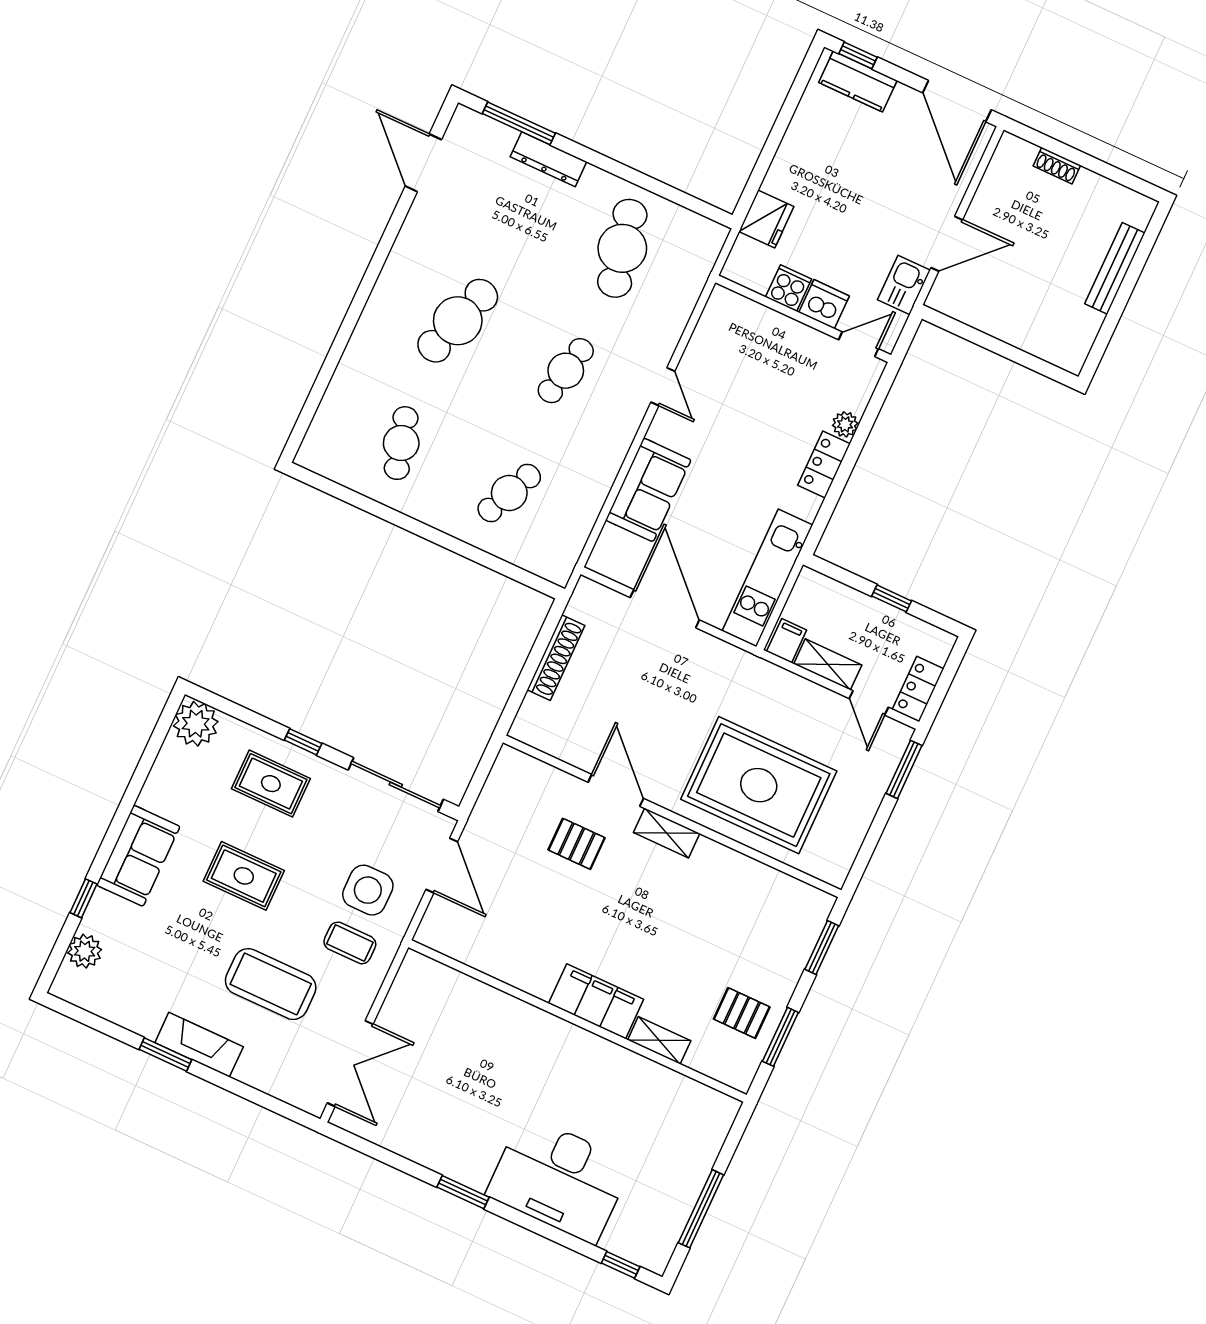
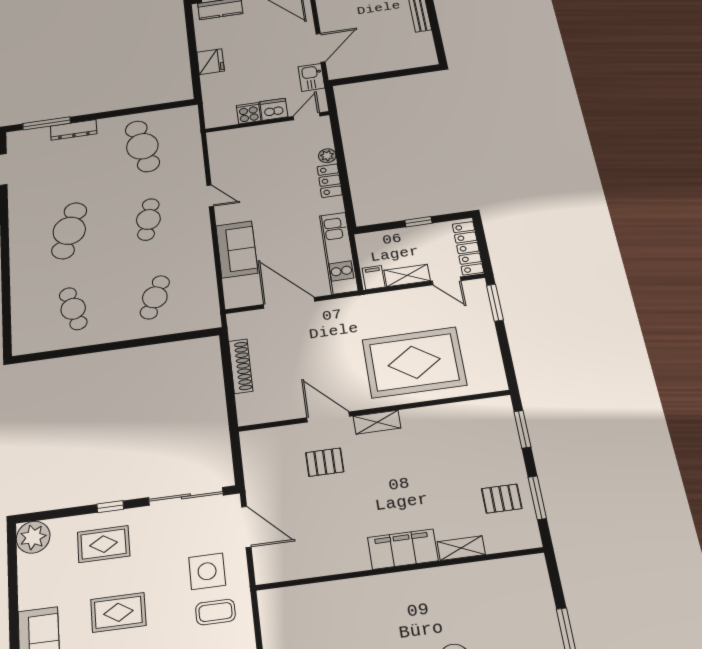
fridge: (766, 219) -> (211, 62), moved
locker: (918, 689) -> (468, 248), width x1.53

